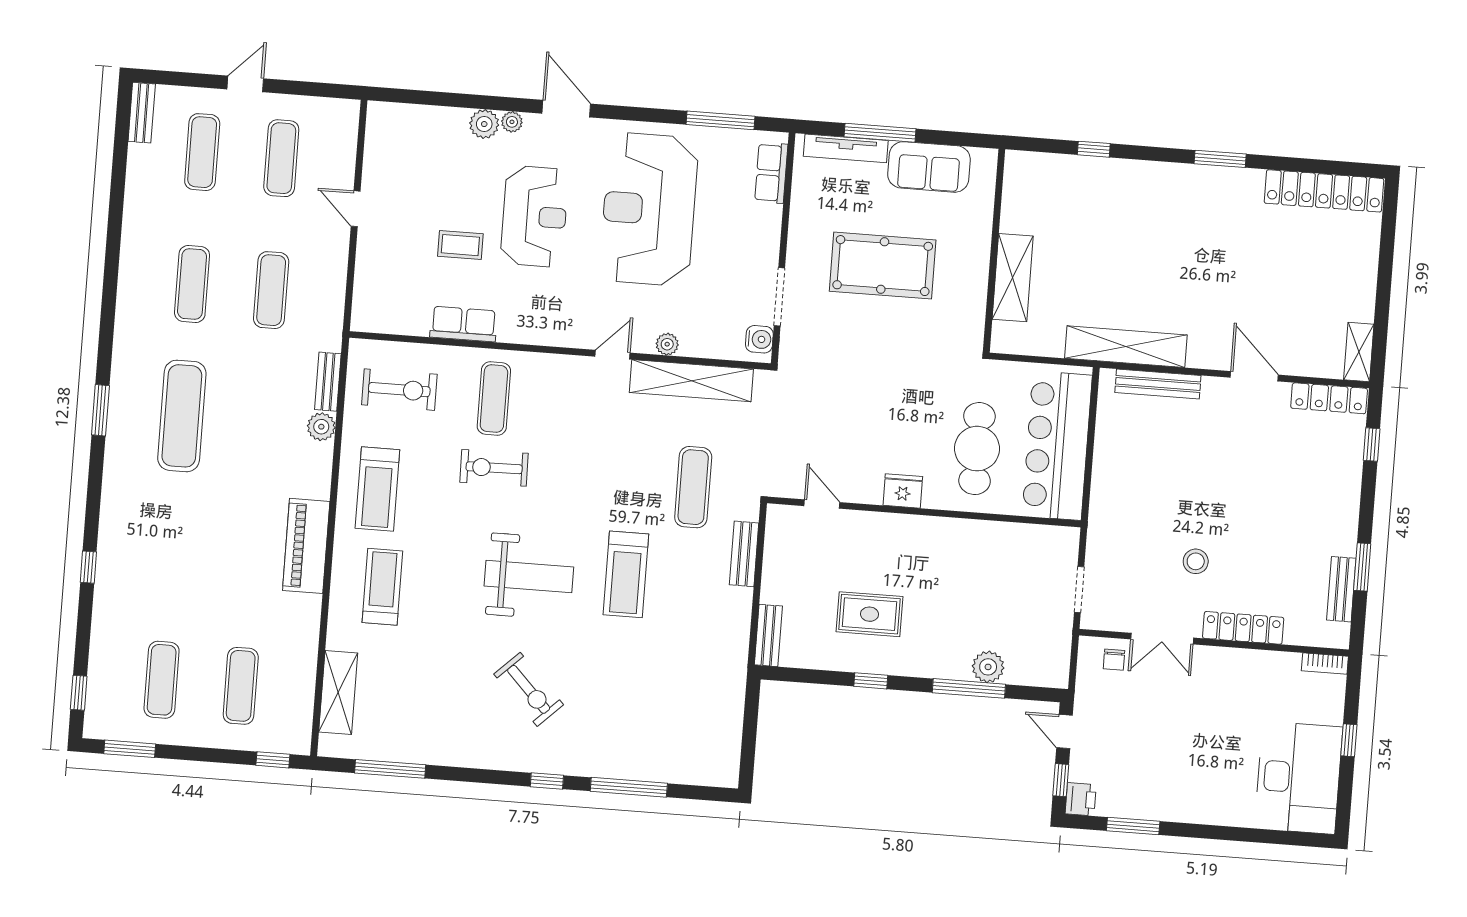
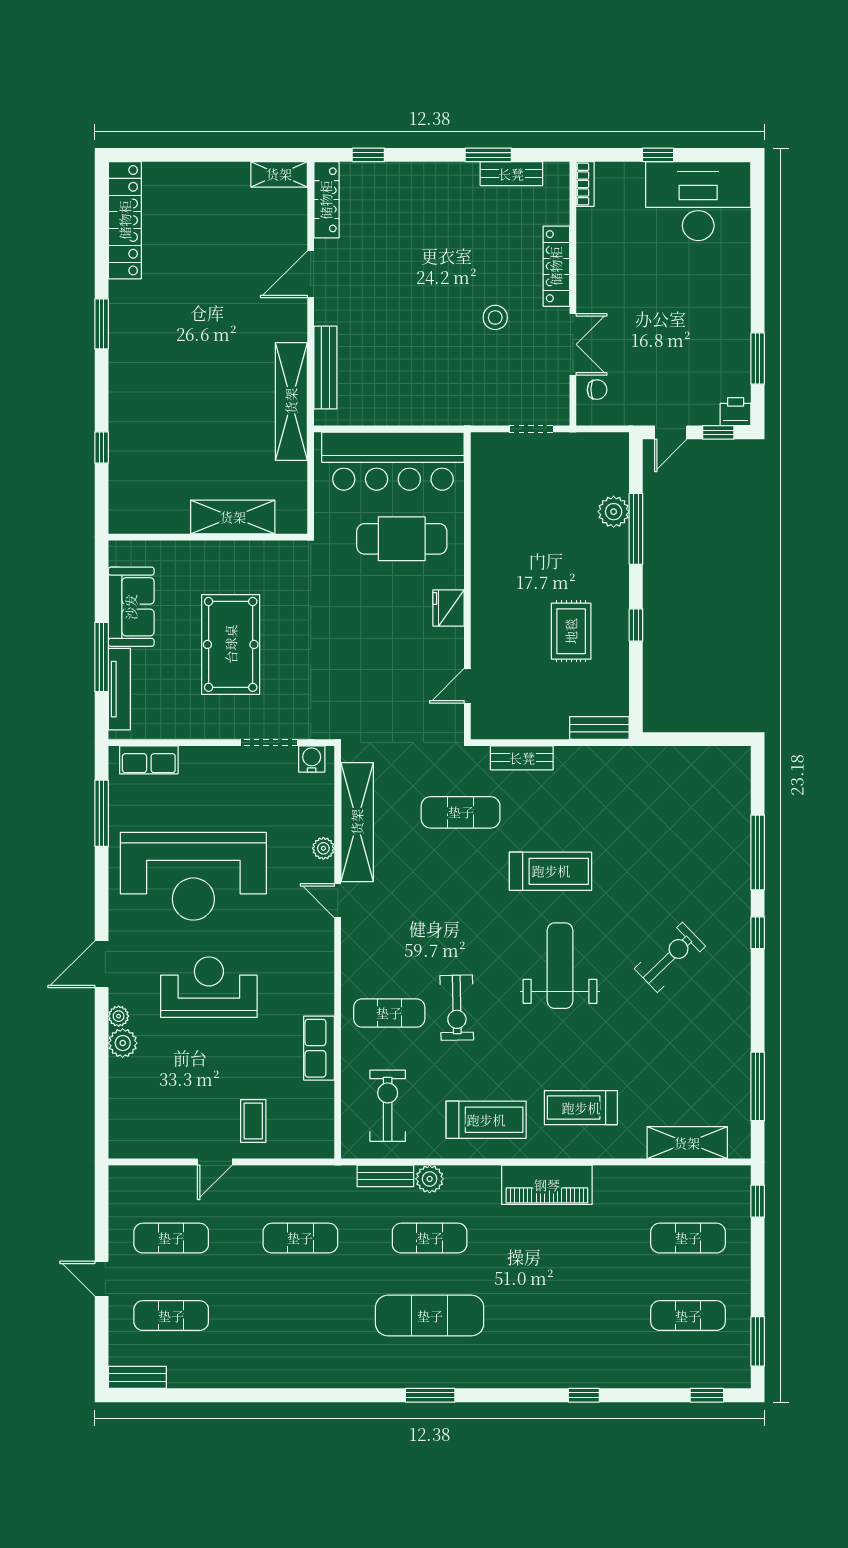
coffee table: (460, 245) -> (253, 1121), moved
exercise mat: (192, 284) -> (430, 1238), moved

